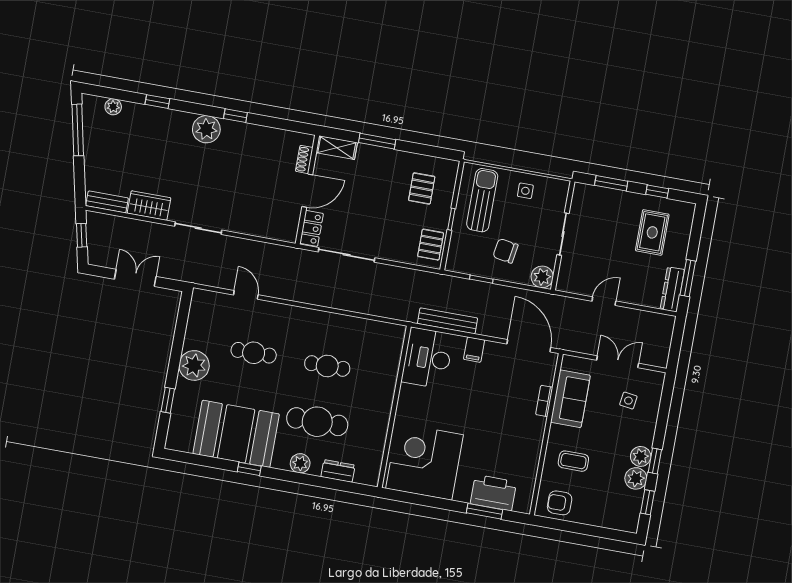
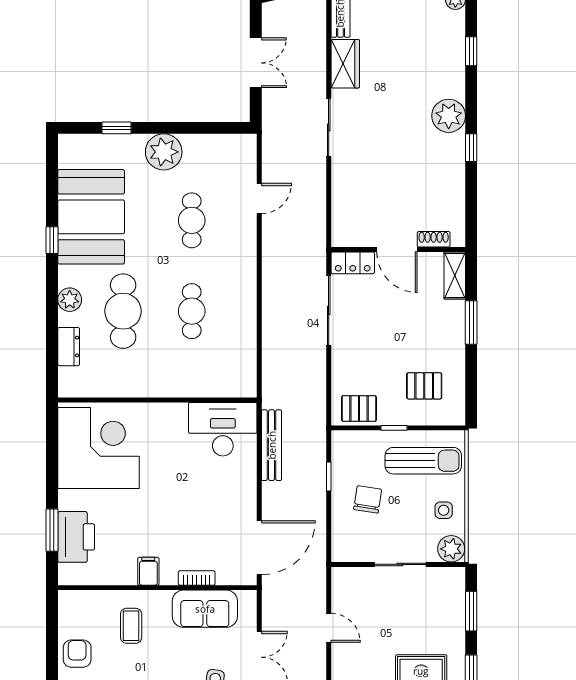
plant: (542, 277) -> (451, 549), moved
filing cabinet: (474, 350) -> (148, 571), moved, turned 90
armchair: (560, 503) -> (77, 654), moved

